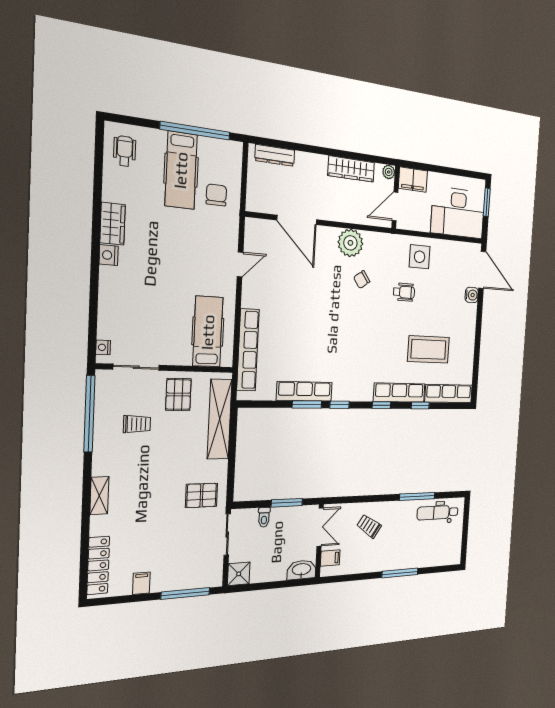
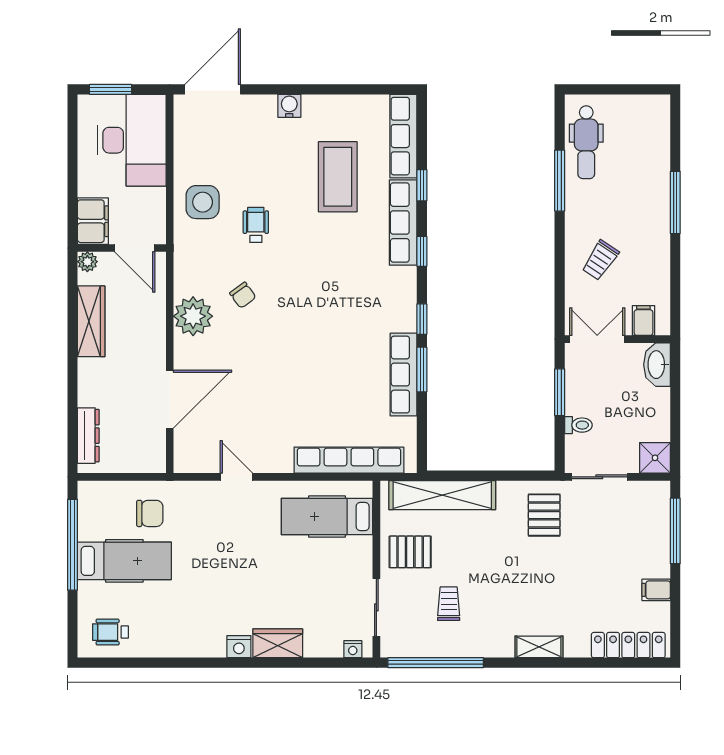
chair: (216, 195) -> (150, 513), turned 180
wardrobe: (113, 224) -> (278, 643), moved
water cooler: (472, 295) -> (289, 106), moved

